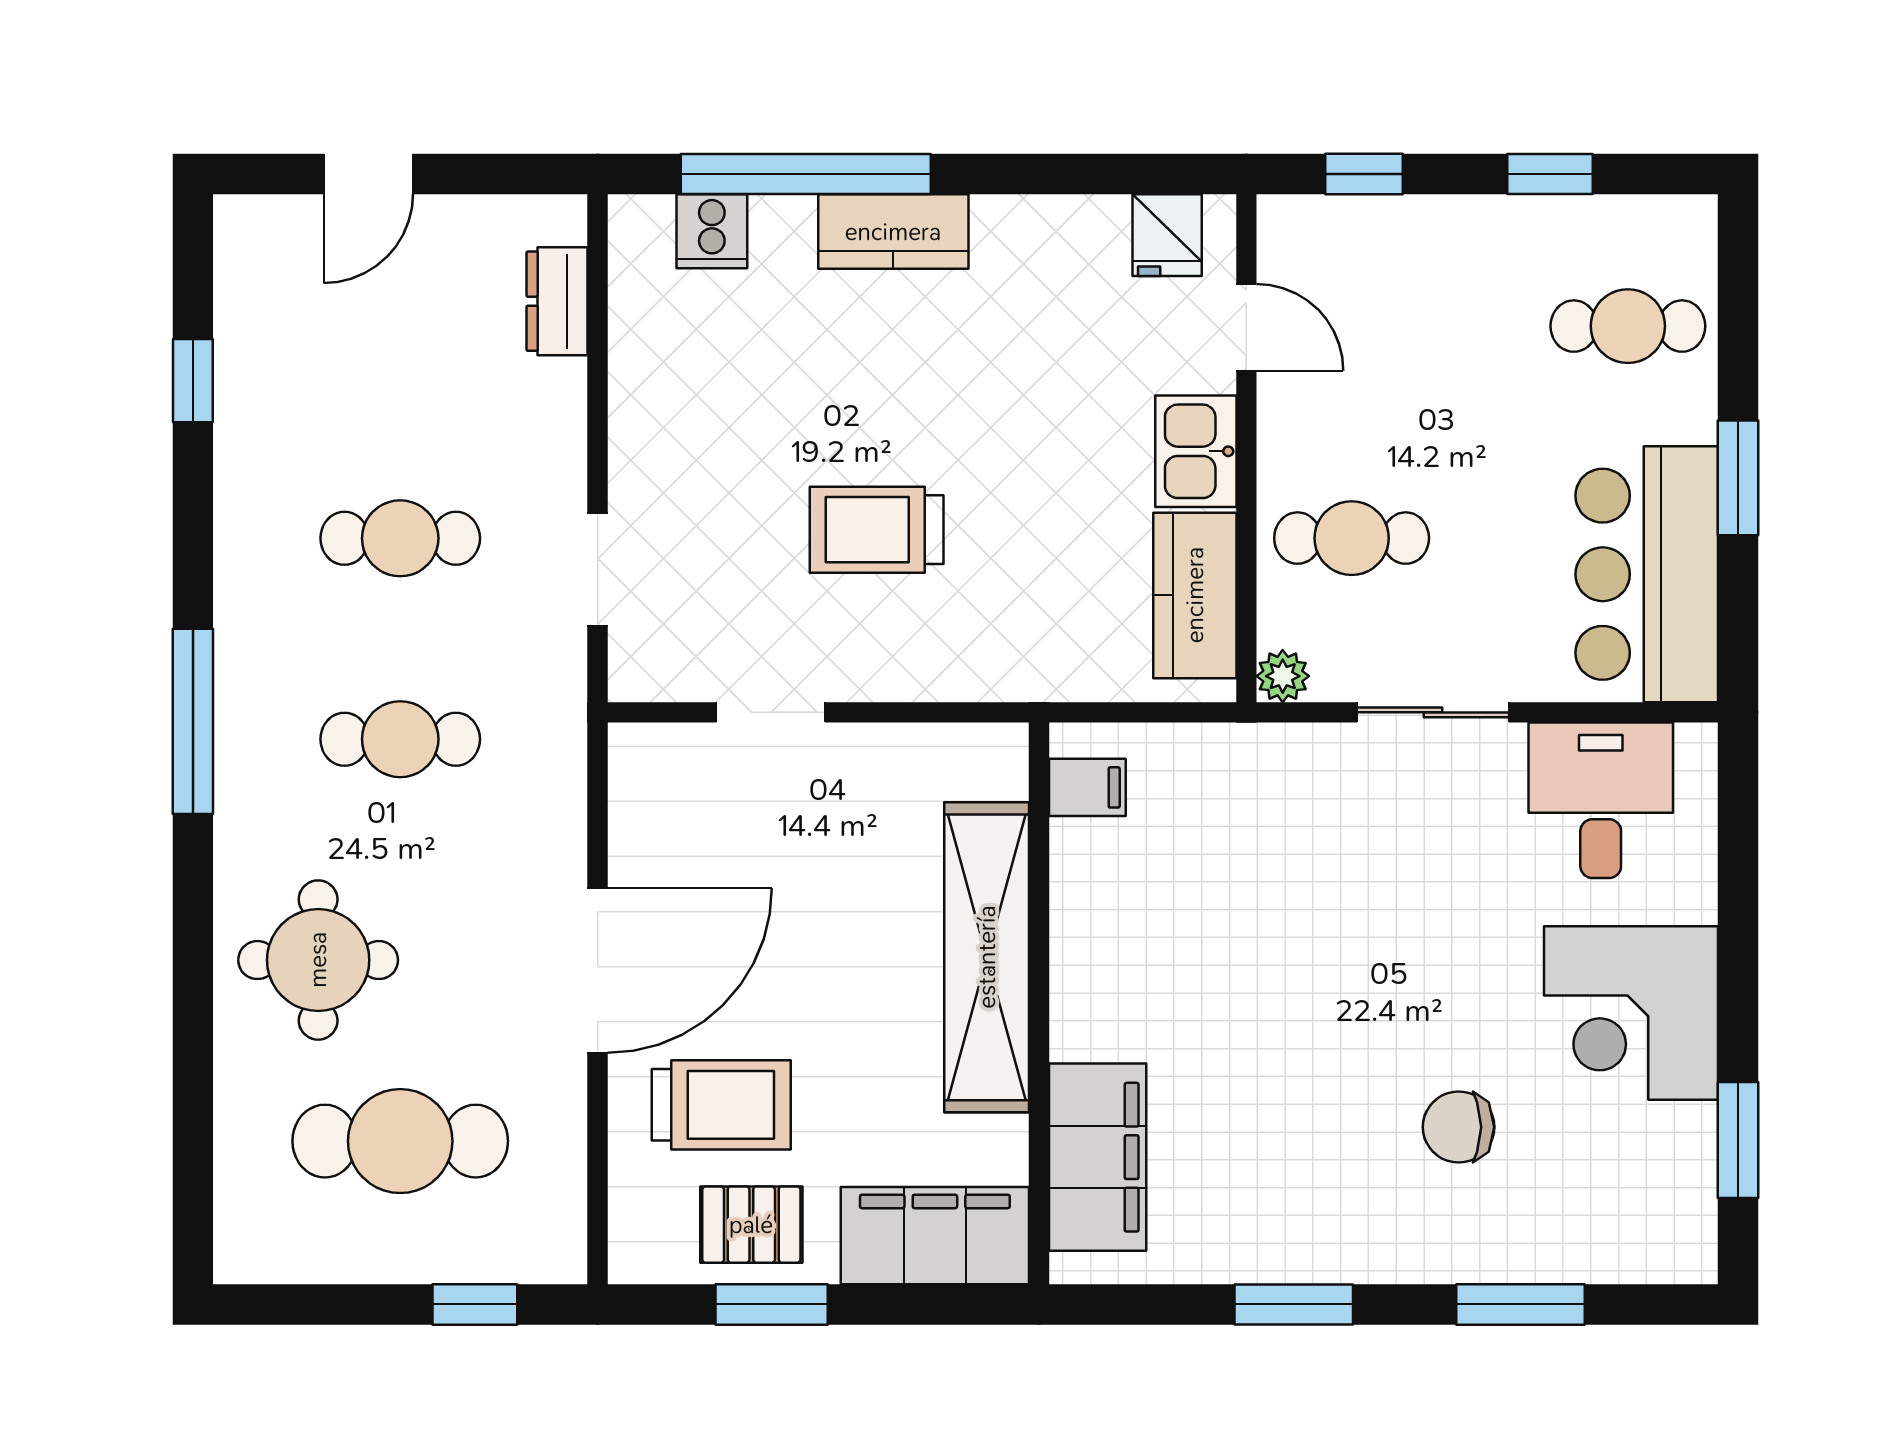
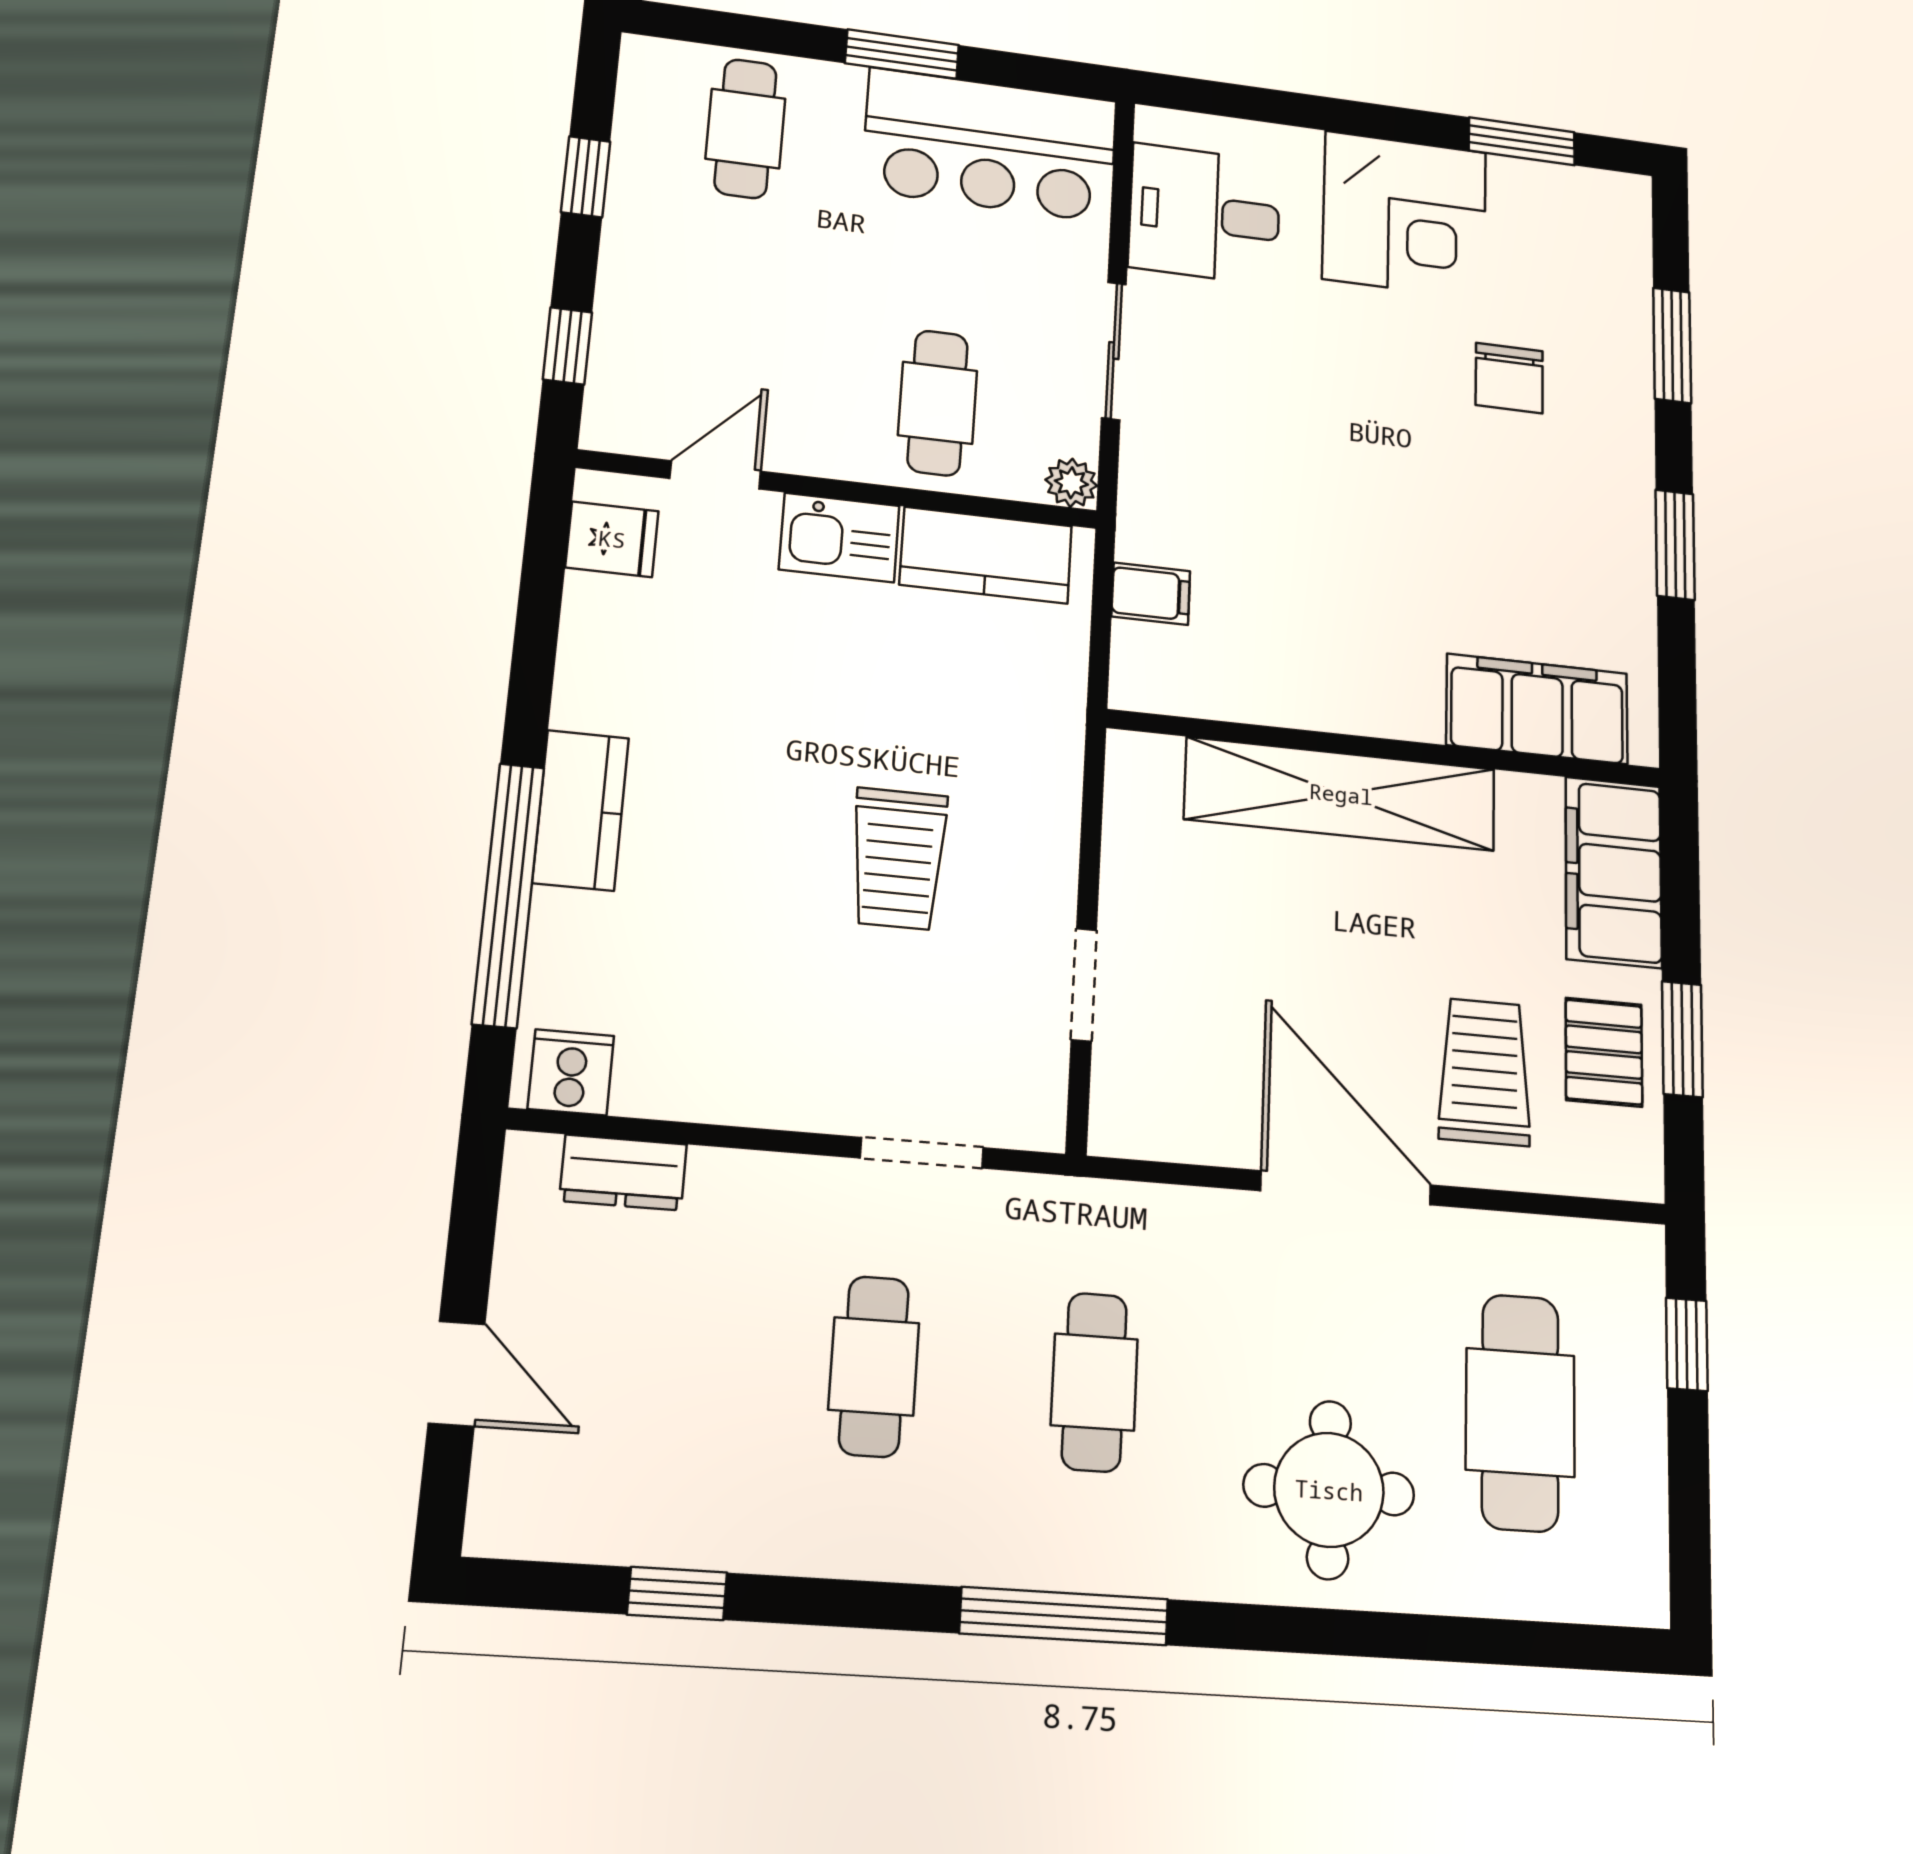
cooker: (712, 231) -> (571, 1072), moved, turned -90
filing cabinet: (1087, 787) -> (1151, 594), moved, turned 90

